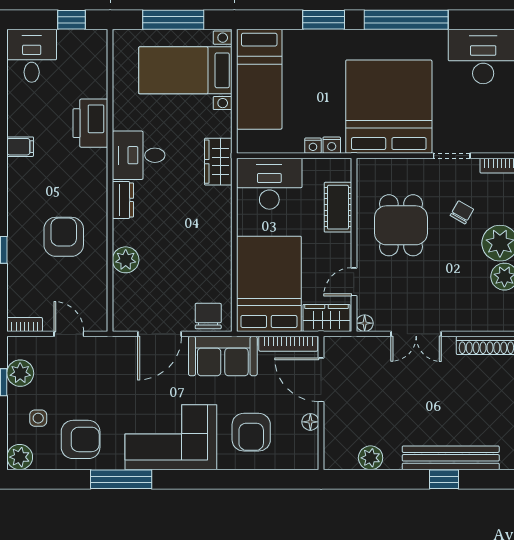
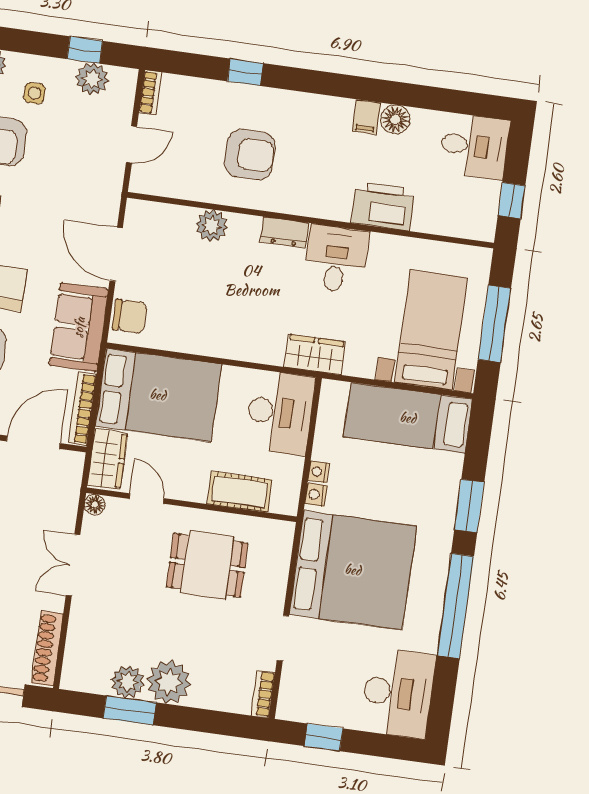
floor lamp: (19, 123) -> (395, 119), added
chair: (462, 212) -> (213, 641), removed

